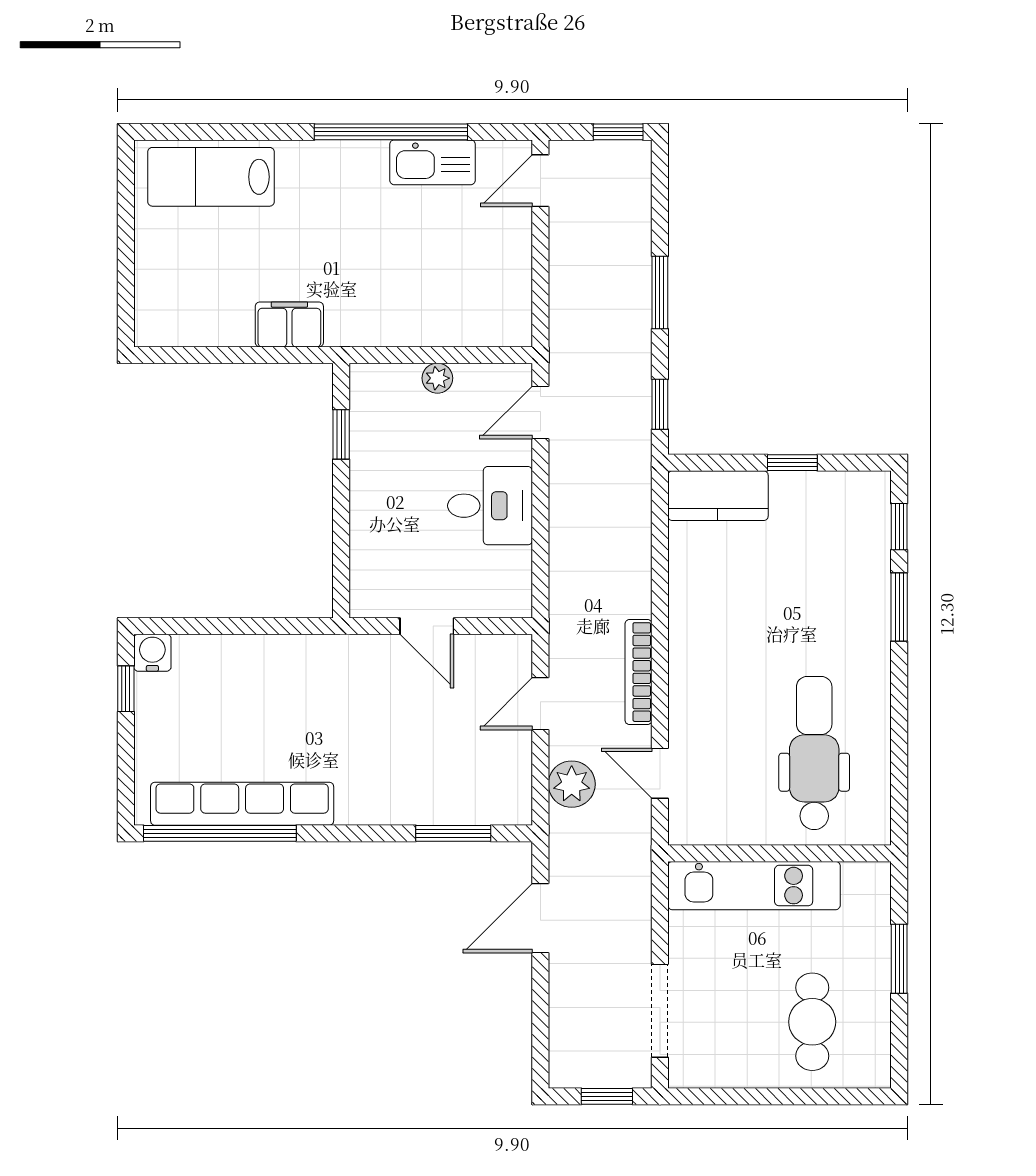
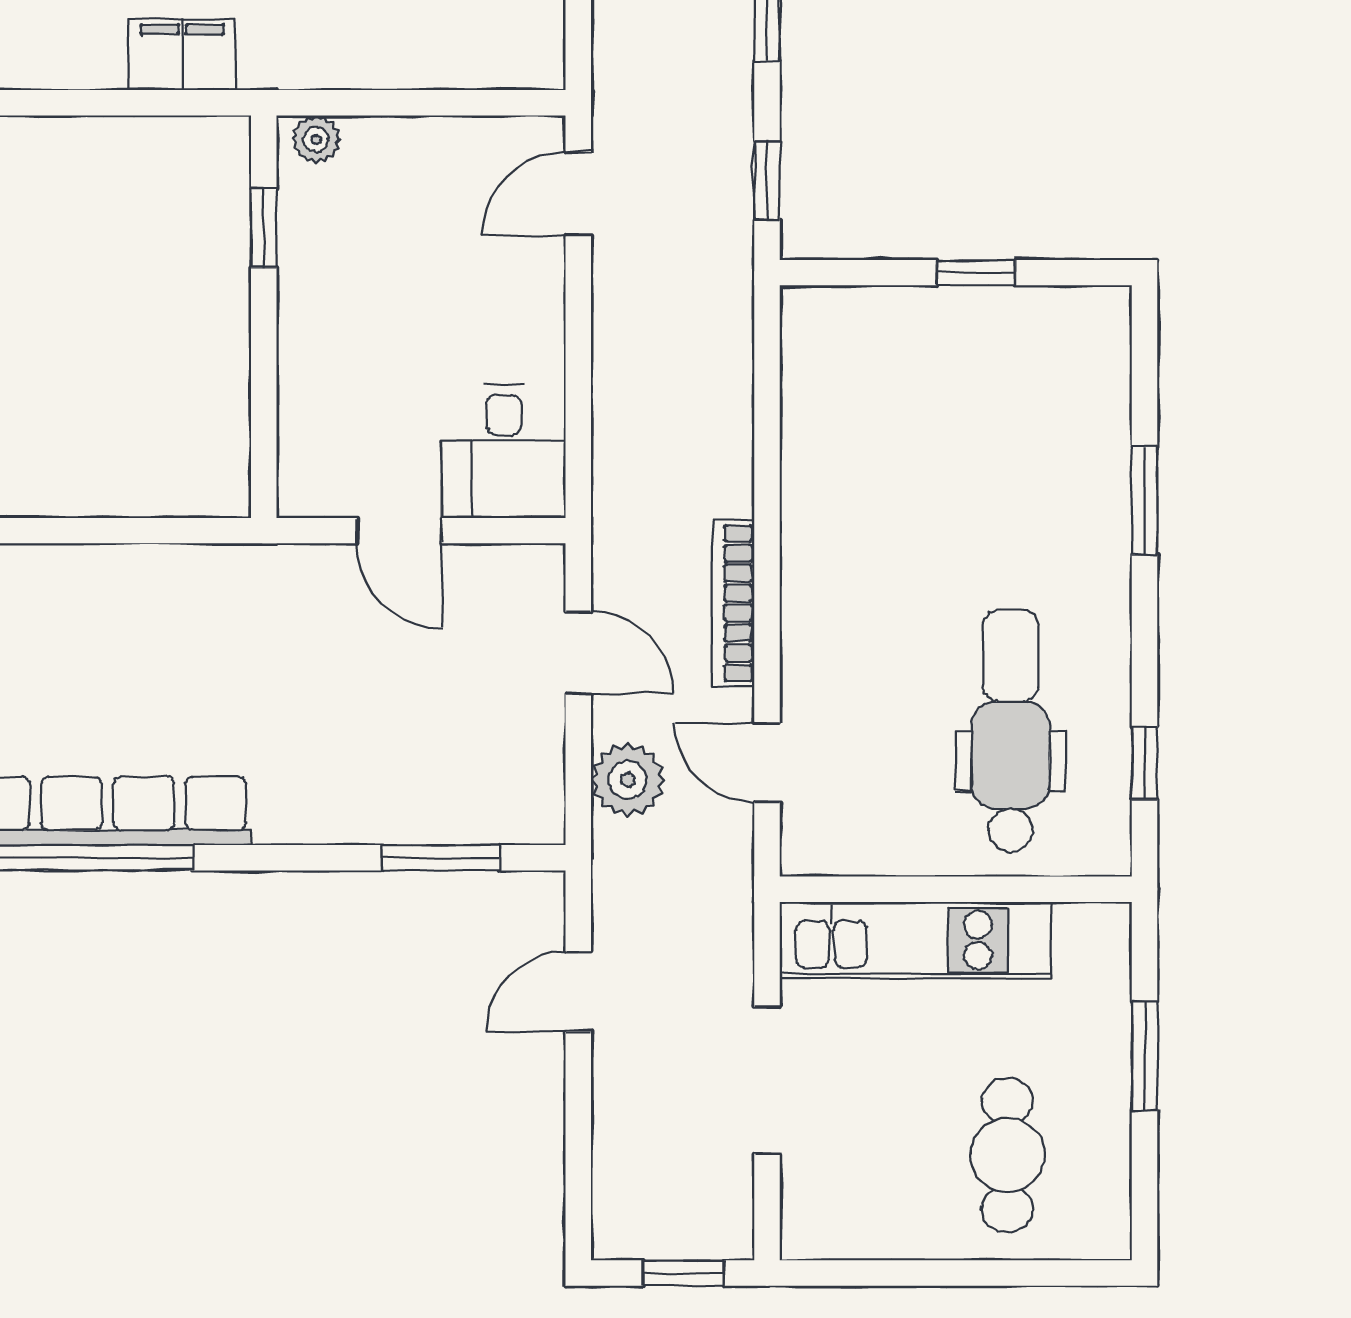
plant: (437, 378) -> (316, 139), moved
kitchen counter: (718, 496) -> (859, 325), removed
desk: (490, 506) -> (504, 451), moved, turned 90
window: (899, 527) -> (1145, 763), moved
door: (540, 704) -> (578, 653), swing flipped
door: (540, 918) -> (578, 992), width x0.73
doorway: (660, 1011) -> (767, 1080), moved

